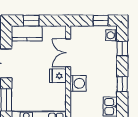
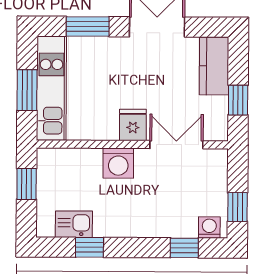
window: (31, 21) -> (238, 100), moved
window: (122, 84) -> (89, 247), moved

